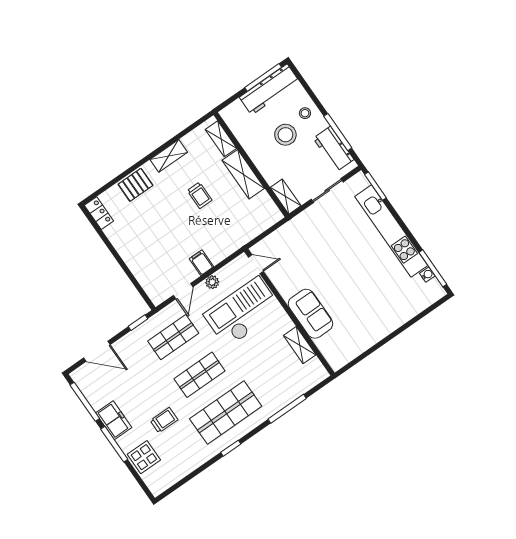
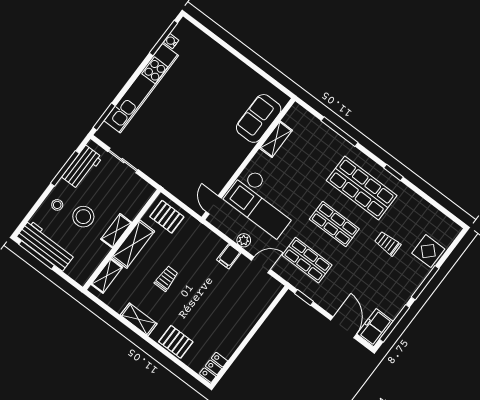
shelving: (286, 197) -> (116, 231), moved
pallet: (259, 215) -> (167, 217), added
sofa: (311, 314) -> (259, 118), moved
freezer: (114, 420) -> (375, 328), moved

